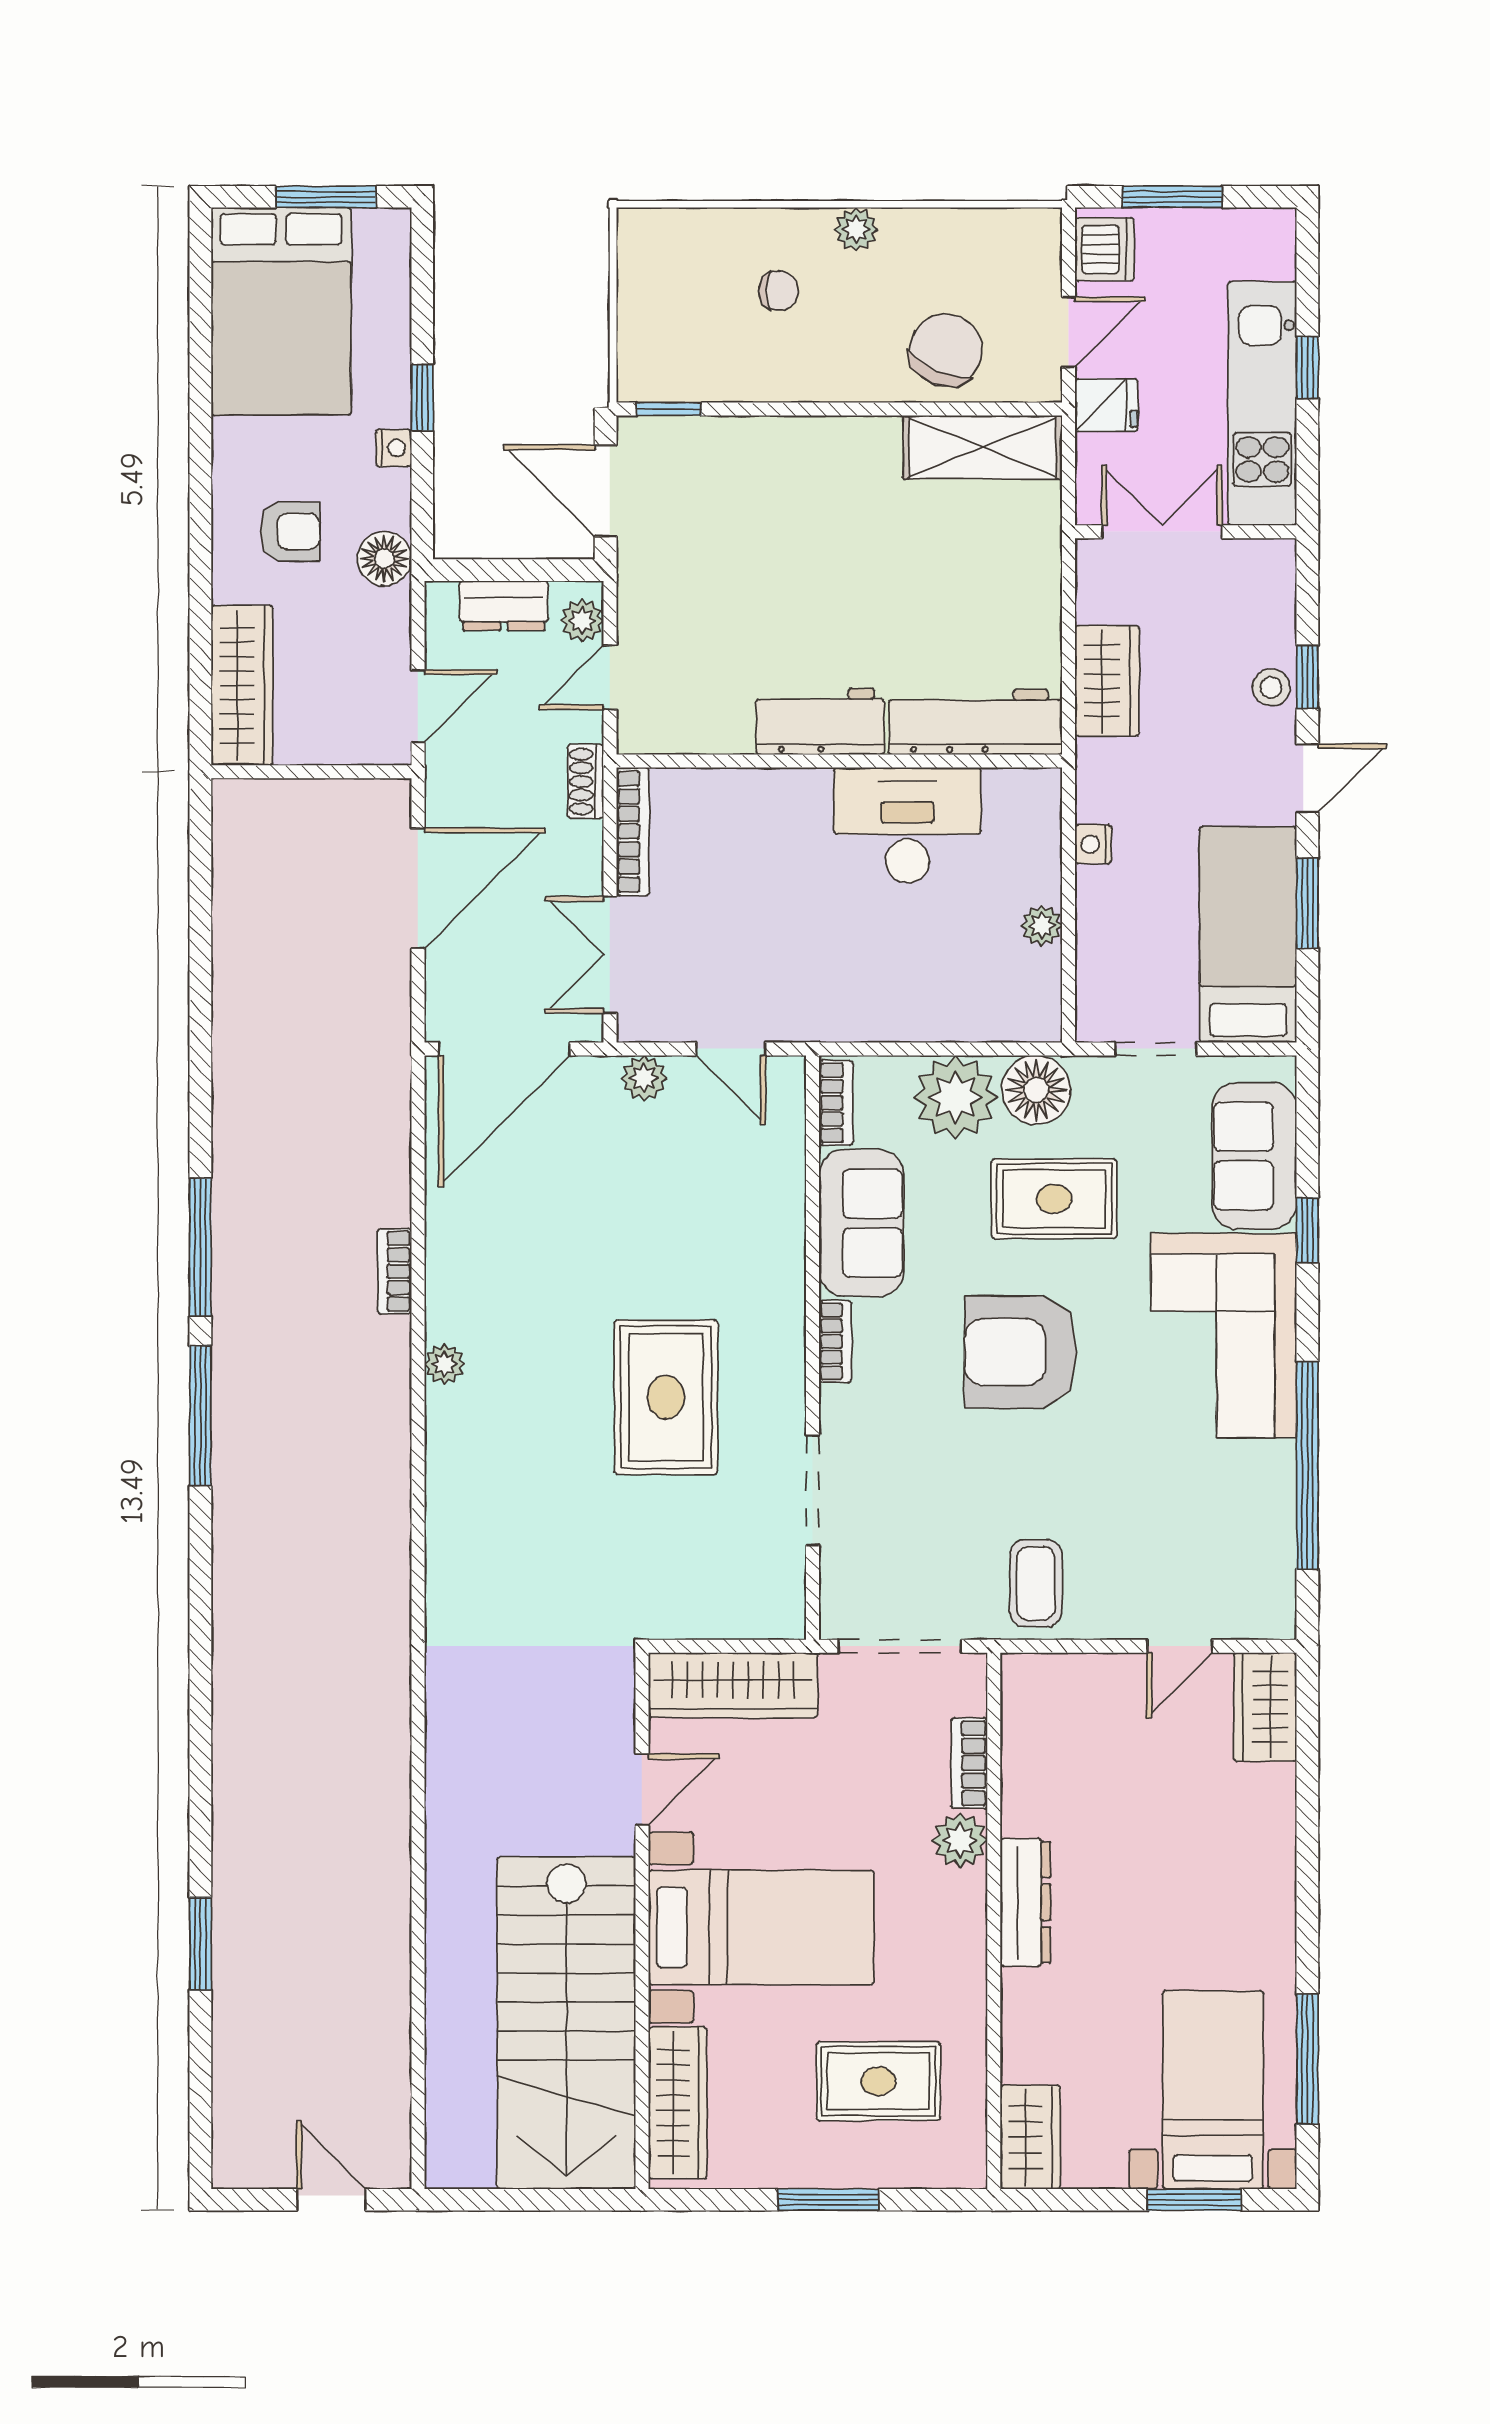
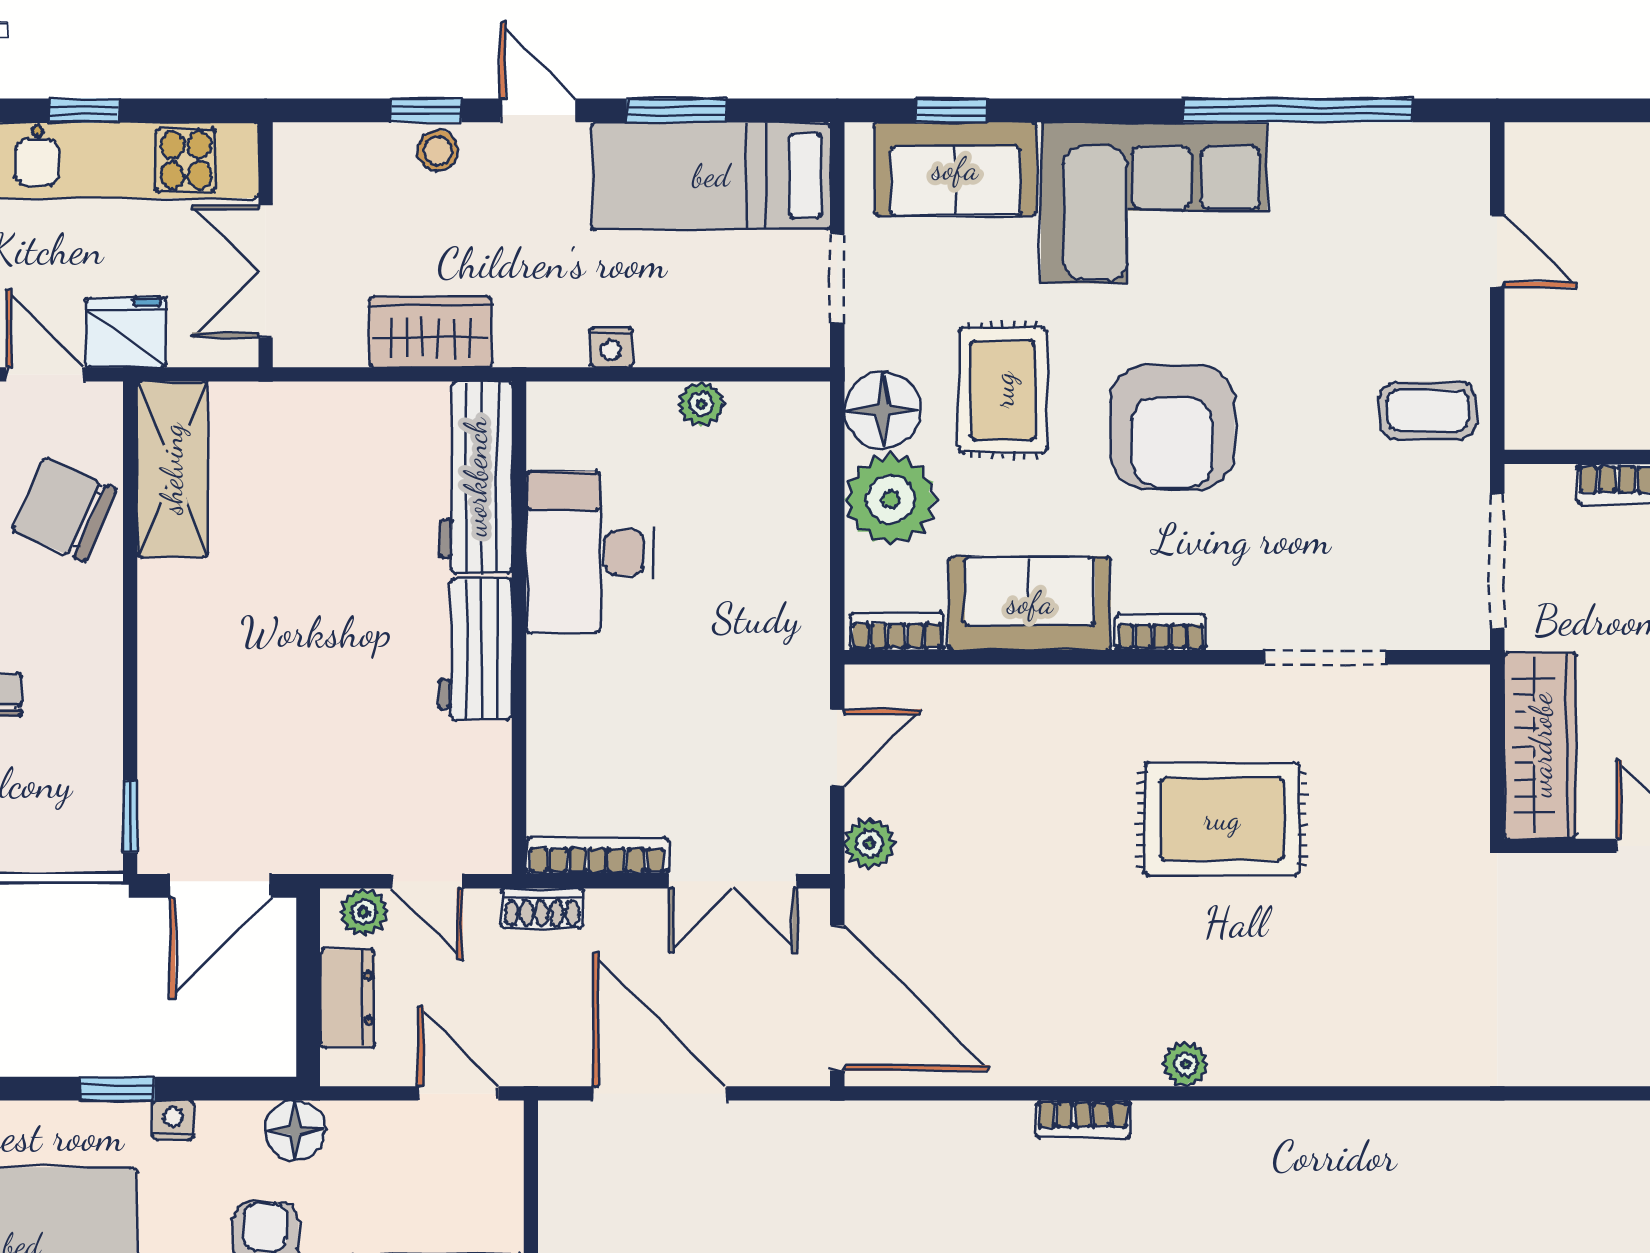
fridge: (1106, 405) -> (126, 333), width x1.38
window: (1307, 1230) -> (951, 110), moved
wardrobe: (1265, 1707) -> (1564, 157), removed

